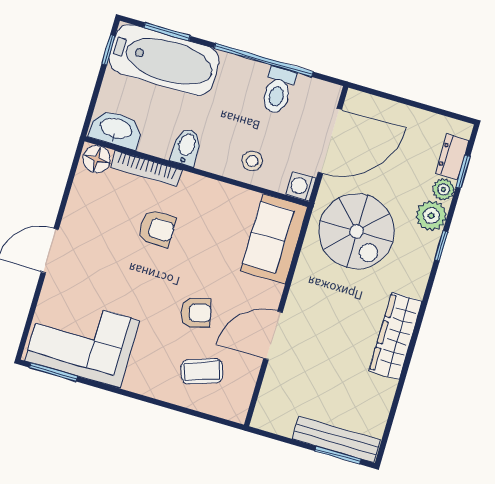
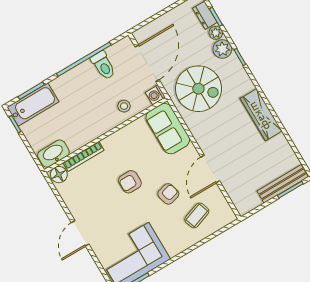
bathtub: (164, 60) -> (33, 104), width x0.73, depth x0.73
bidet: (186, 147) -> (91, 130), removed
armchair: (157, 228) -> (130, 182), moved, turned 180

